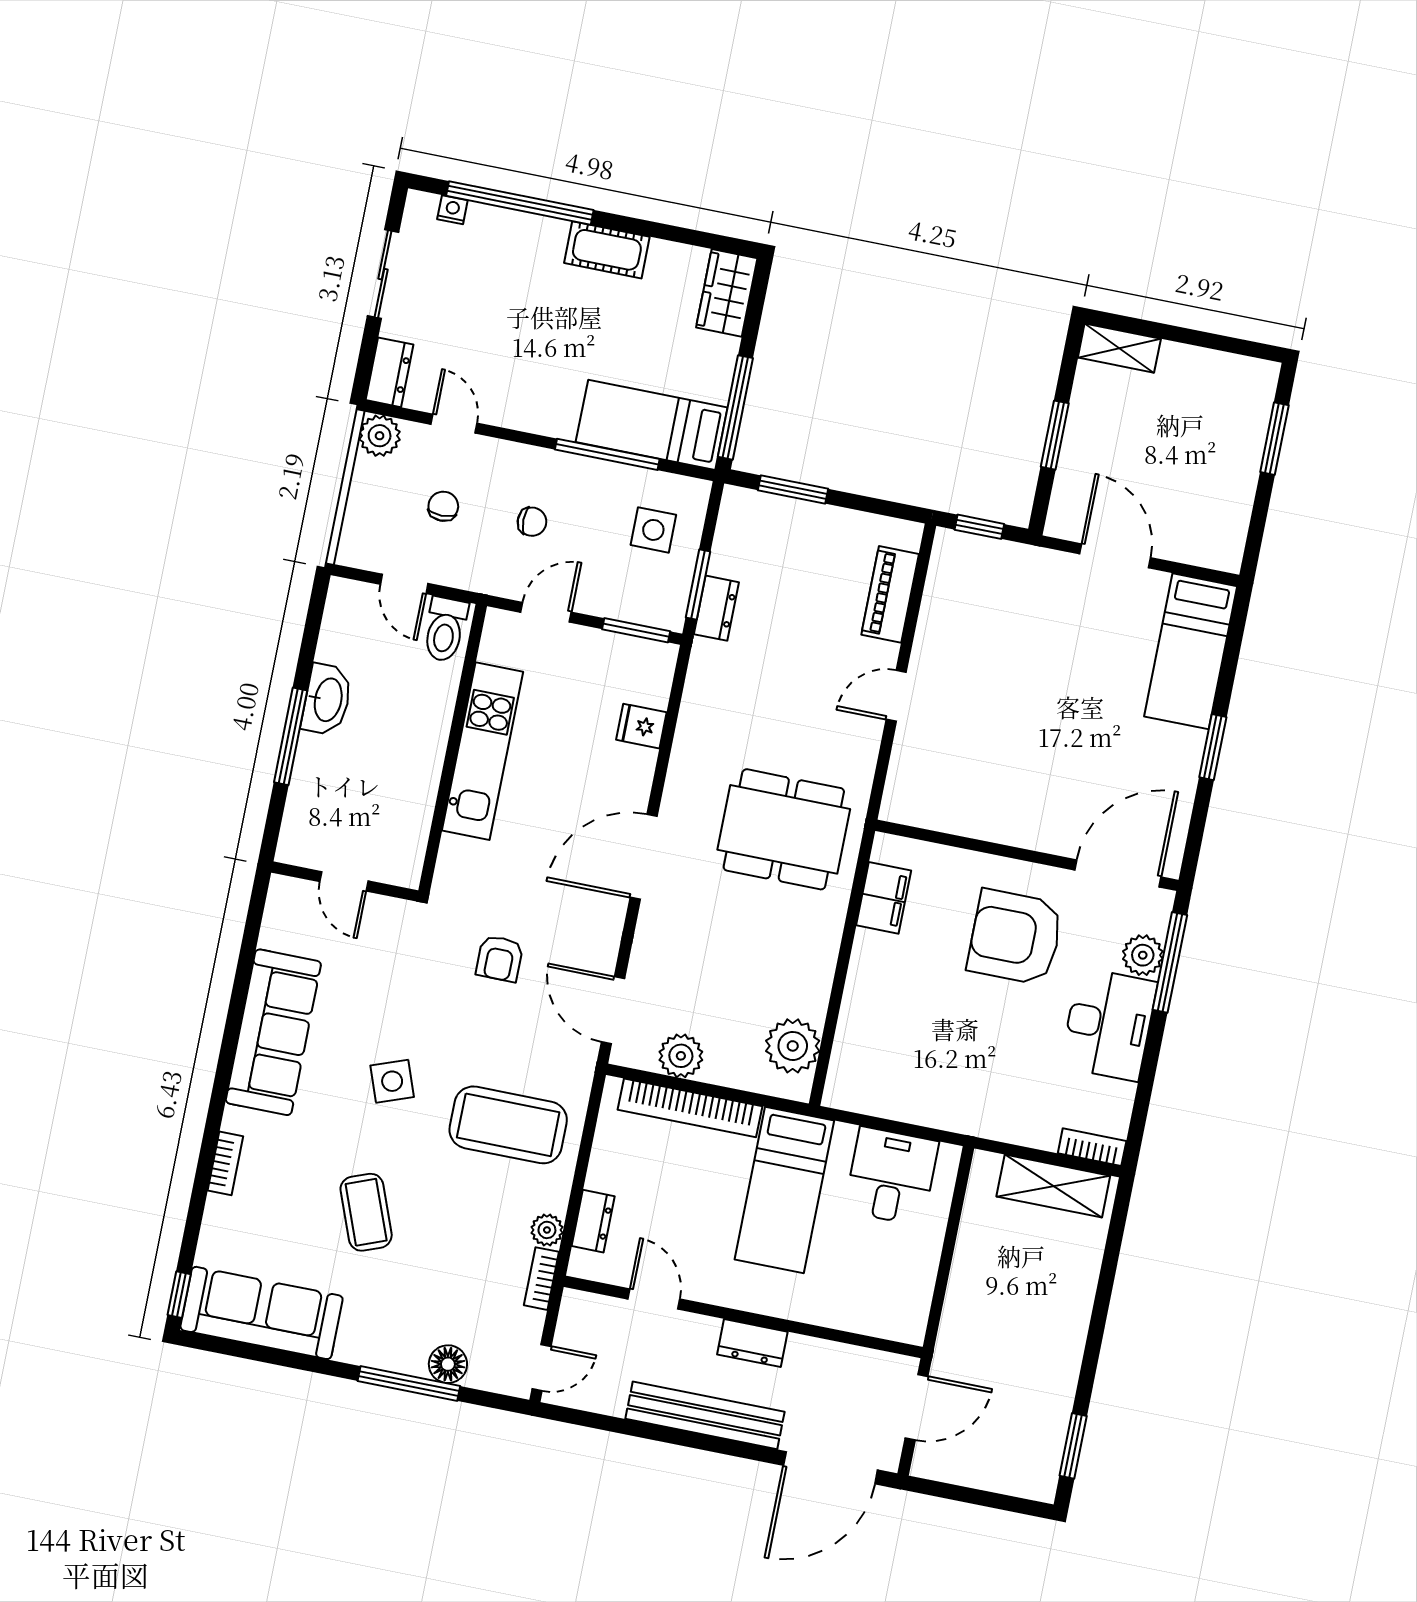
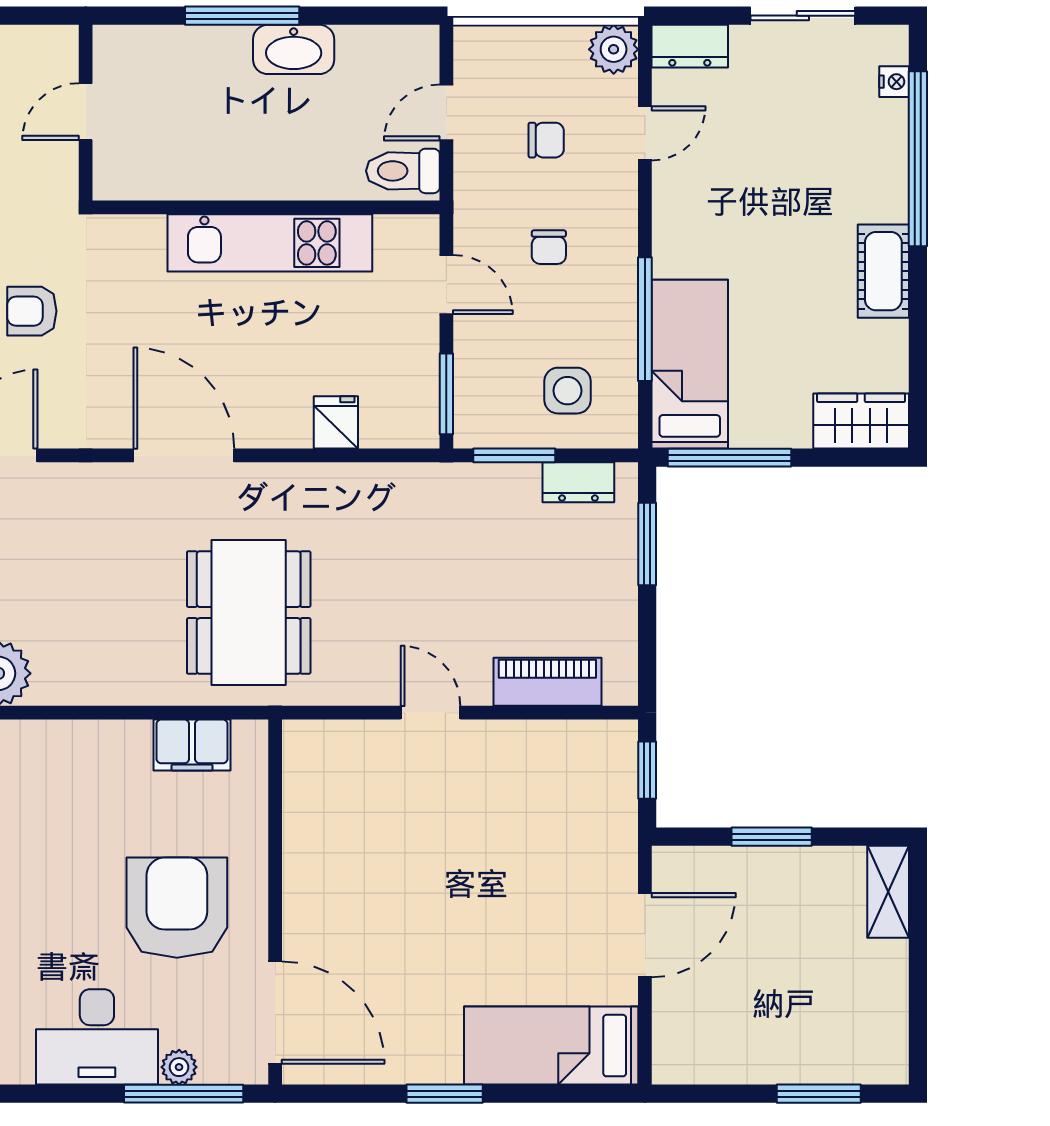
dresser: (716, 608) -> (578, 482), moved
plant: (1143, 955) -> (179, 1067), width x0.73, depth x0.73

